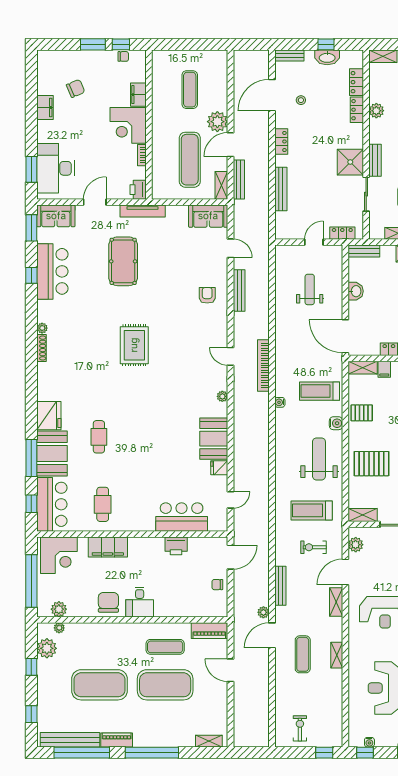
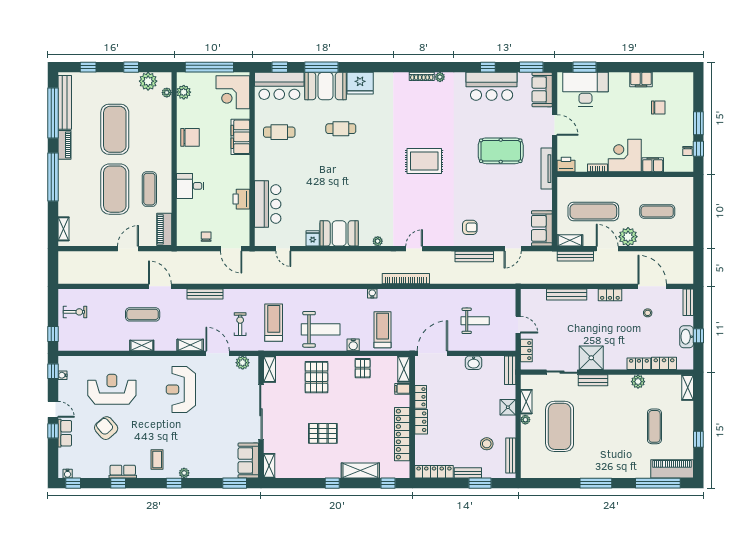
chair: (76, 88) -> (658, 107), turned -67
desk: (140, 602) -> (190, 186), moved
plant: (263, 612) -> (181, 279), removed

